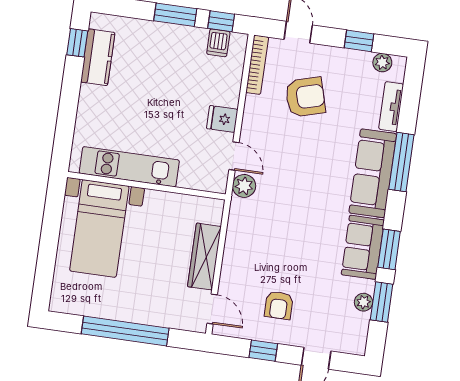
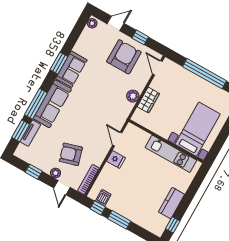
kitchen counter: (98, 57) -> (171, 203), moved
plant: (382, 63) -> (56, 173), moved
plant: (244, 186) -> (133, 96), moved
wardrobe: (204, 257) -> (148, 100), width x0.67
plant: (364, 302) -> (92, 23), moved
window: (382, 302) -> (21, 131), moved
armchair: (279, 305) -> (124, 57), width x1.88, depth x1.88

